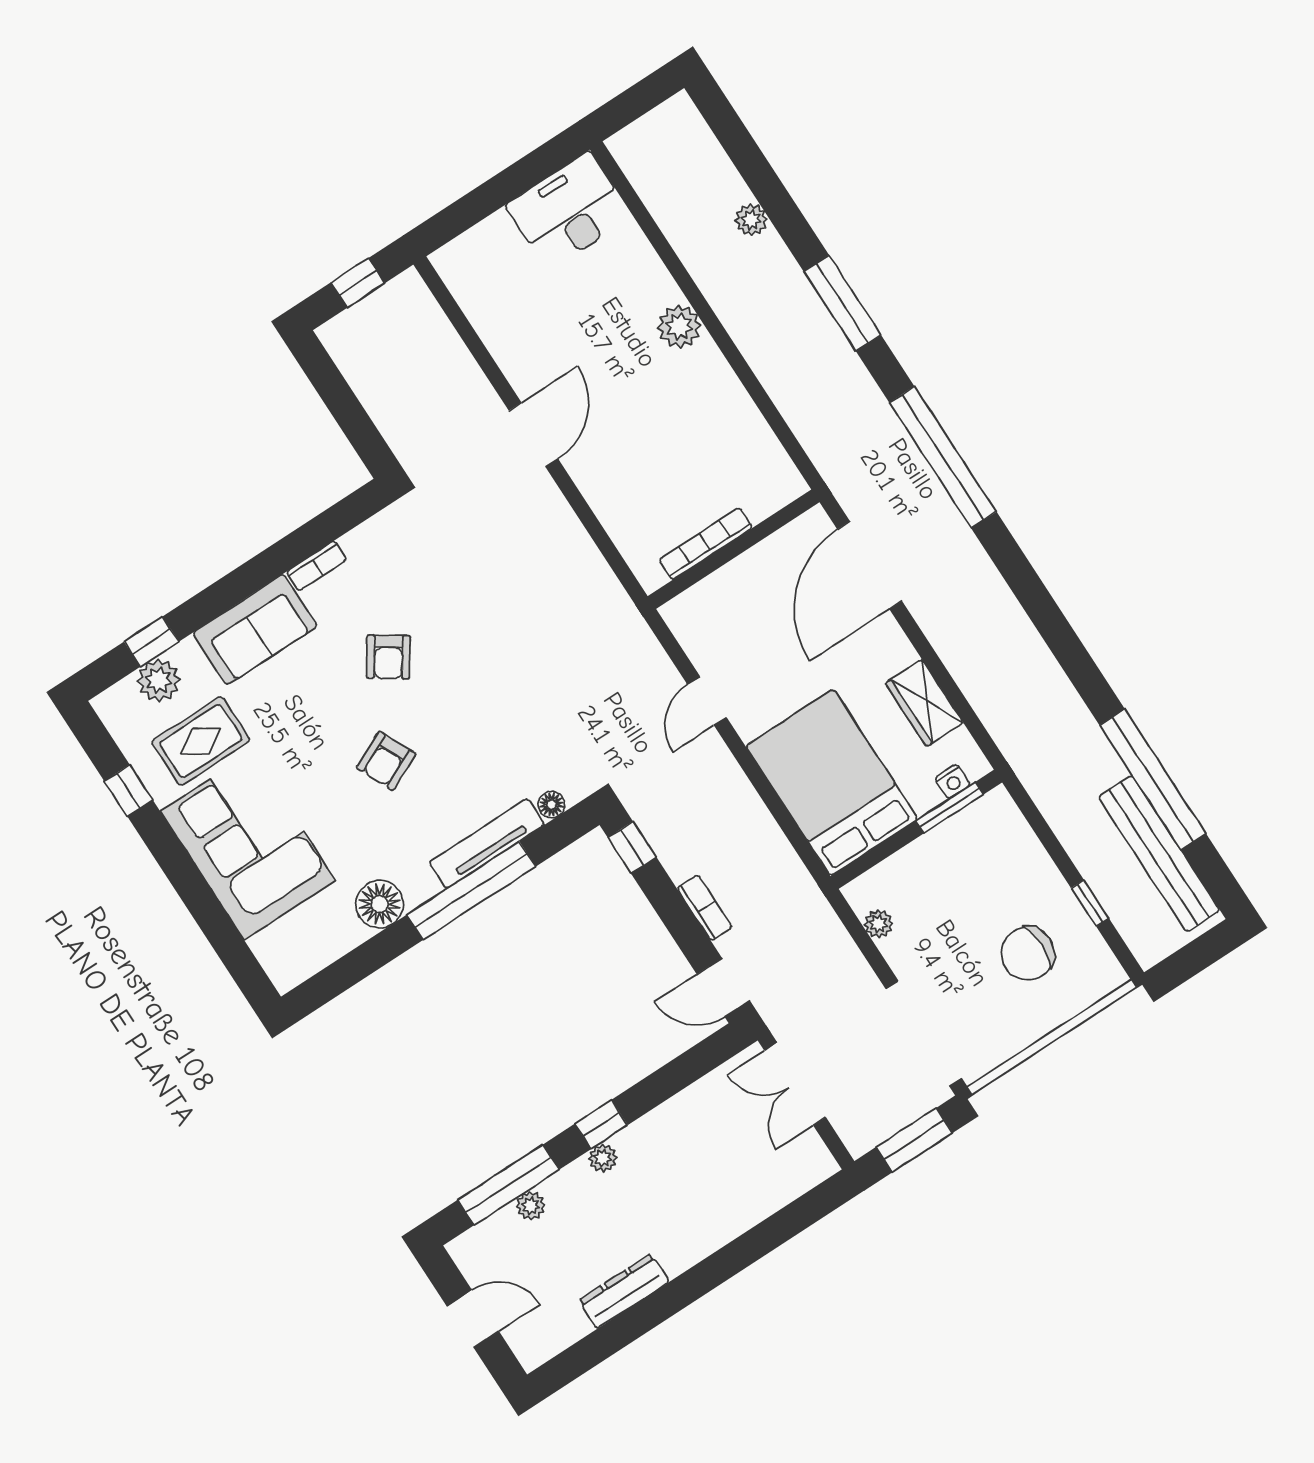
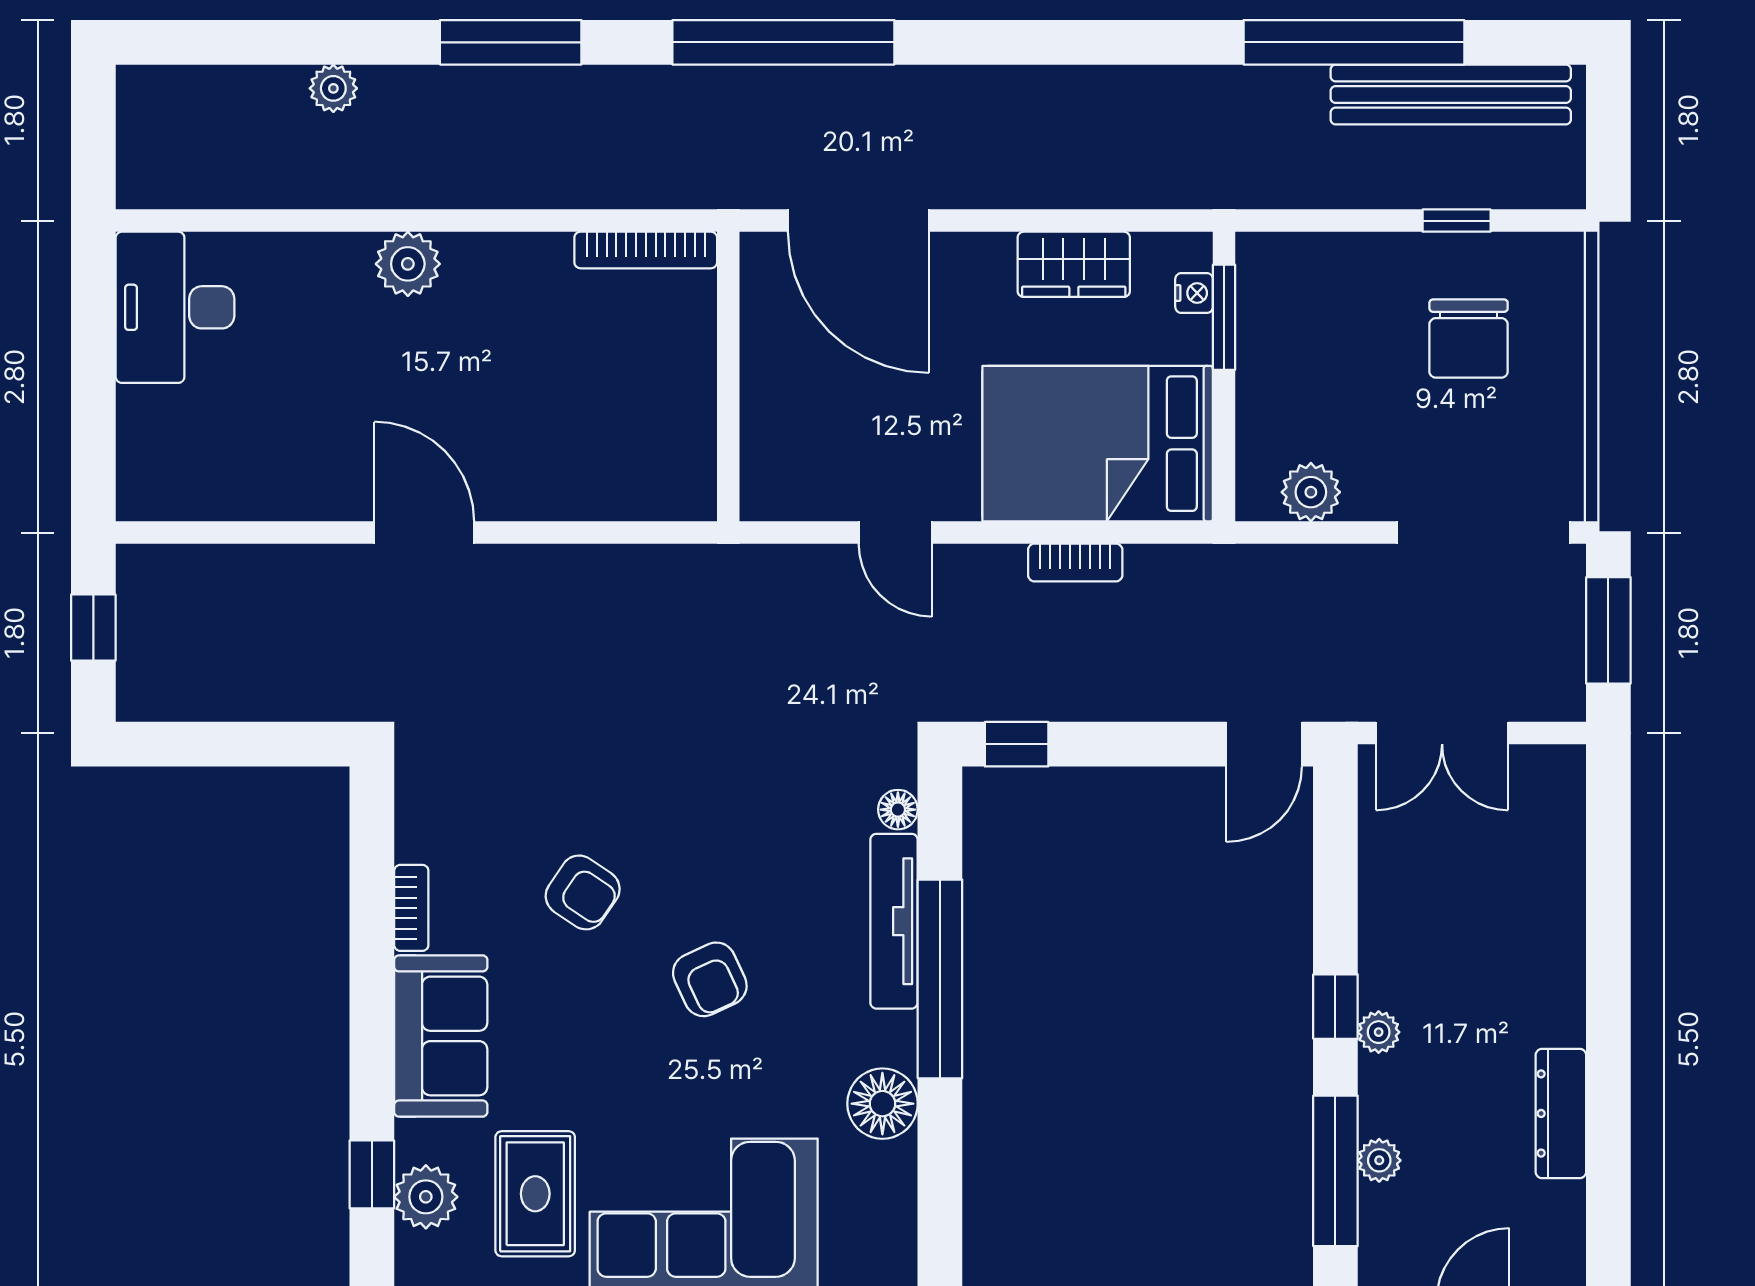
bookcase: (706, 544) -> (646, 250), moved, turned -90
bookcase: (705, 908) -> (1075, 562), moved, turned 180
plant: (878, 924) -> (1311, 492), width x1.38, depth x1.38

